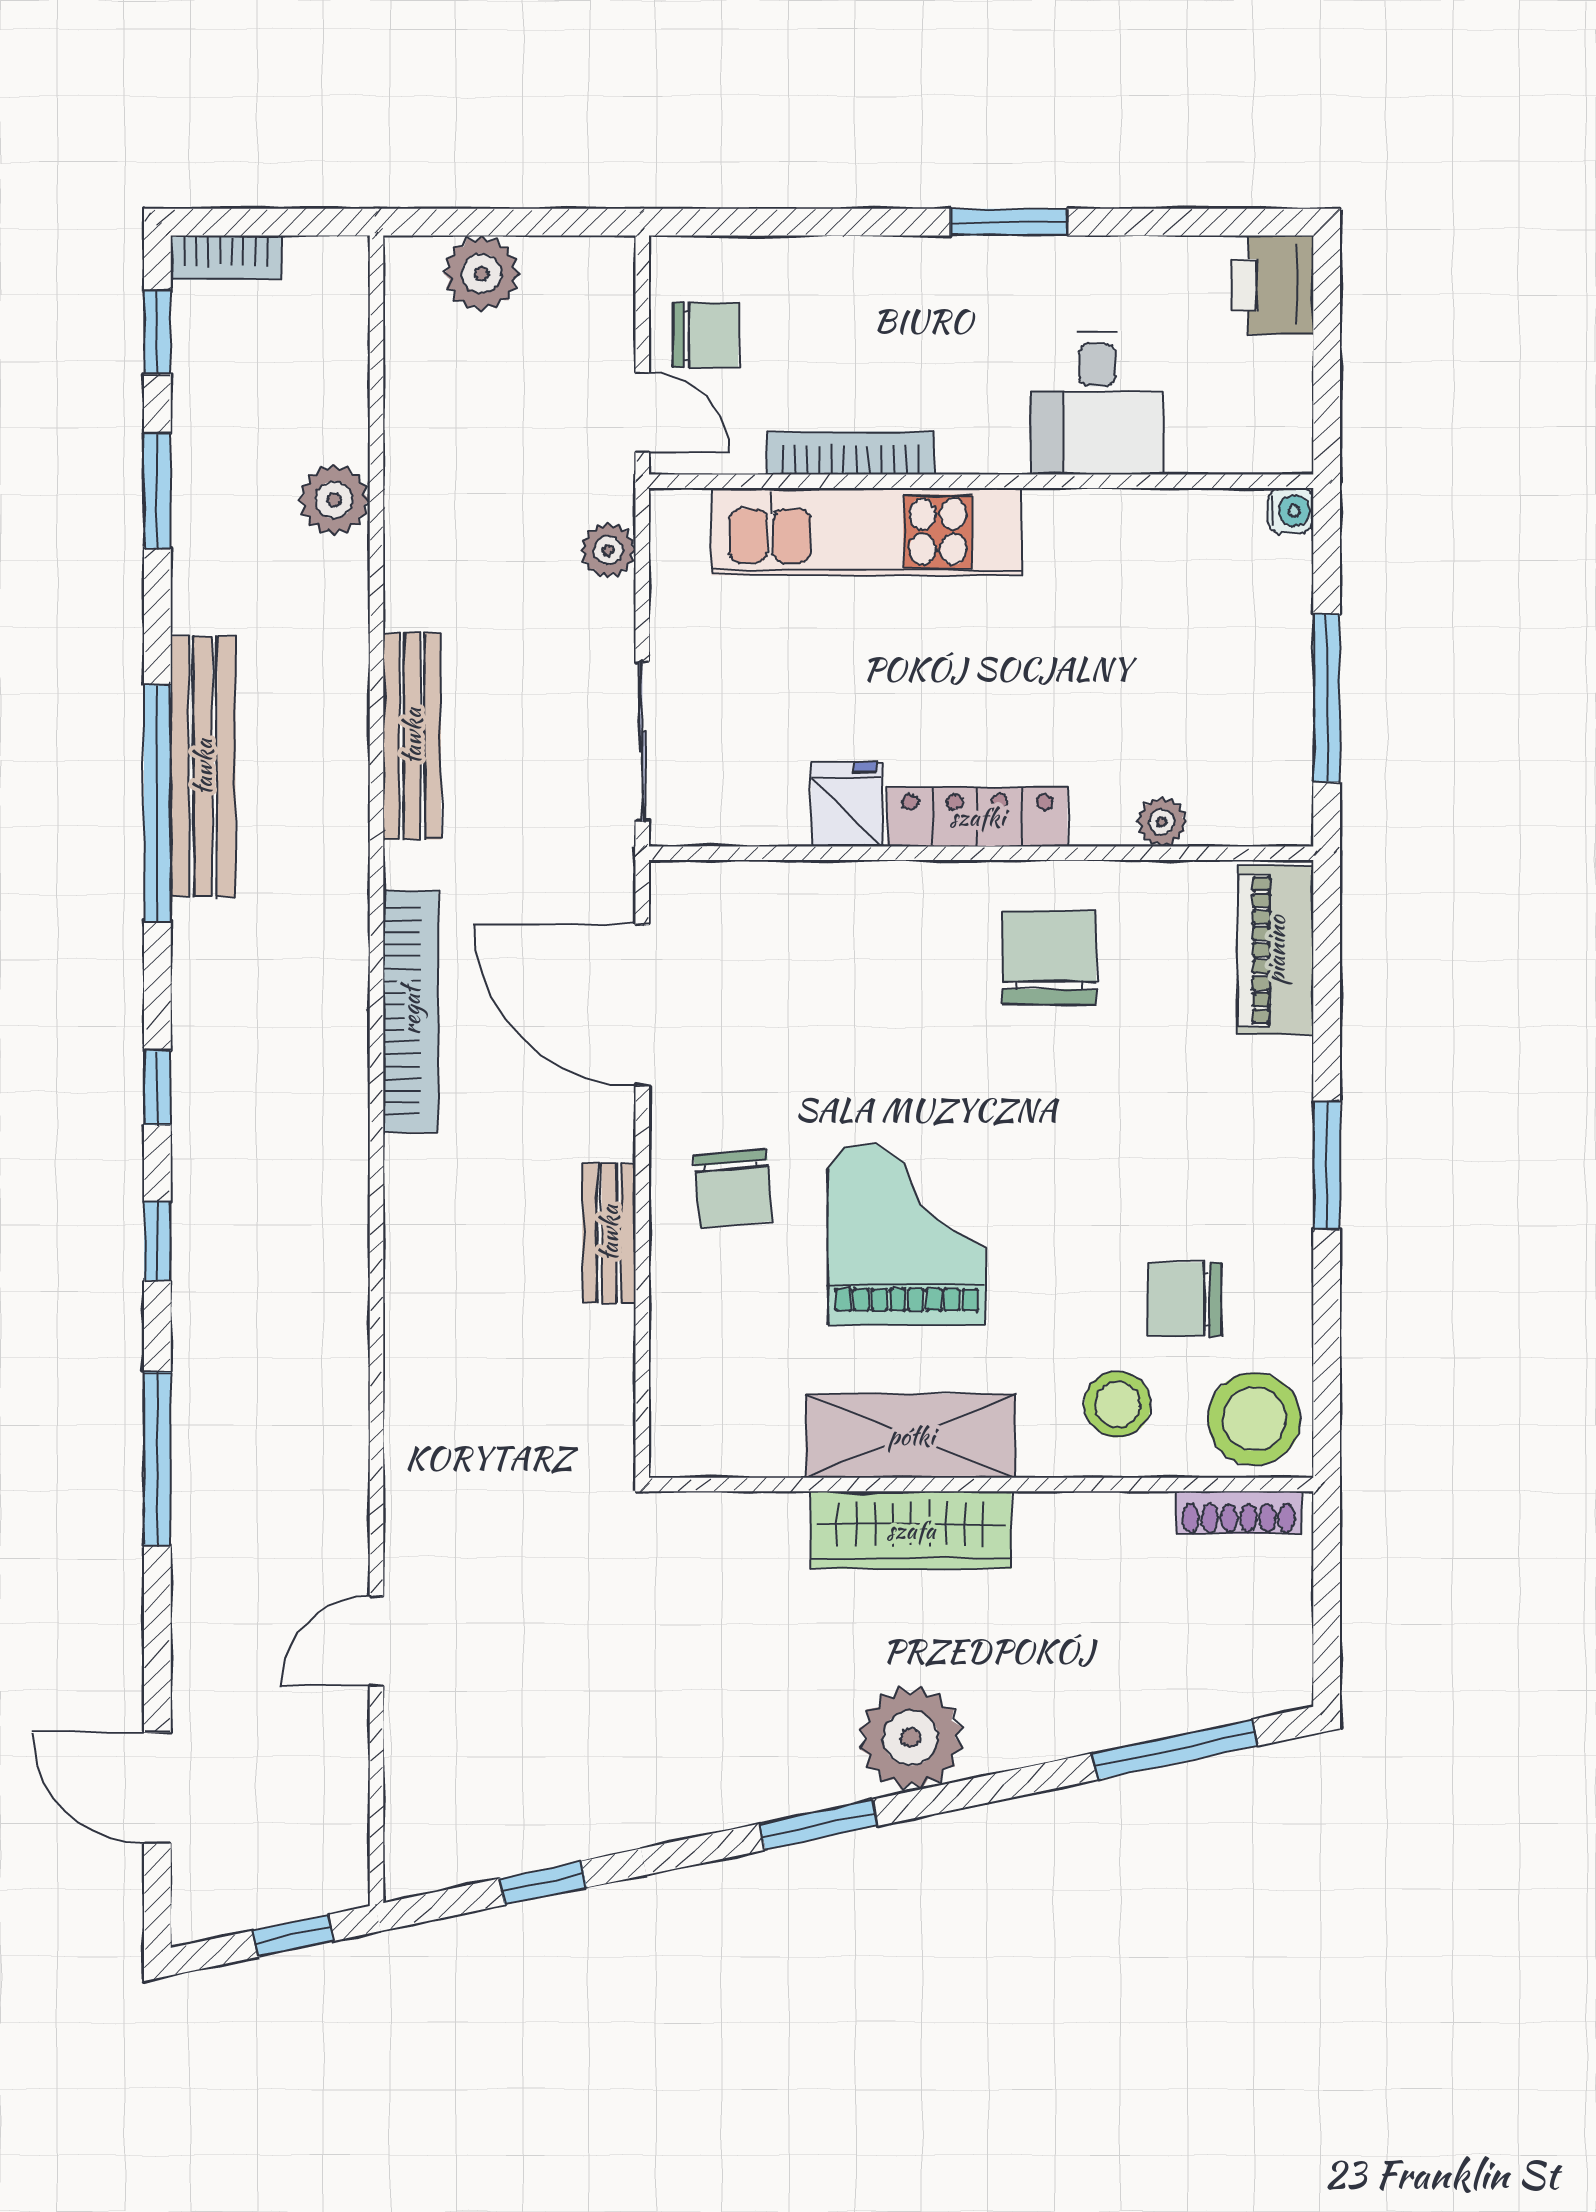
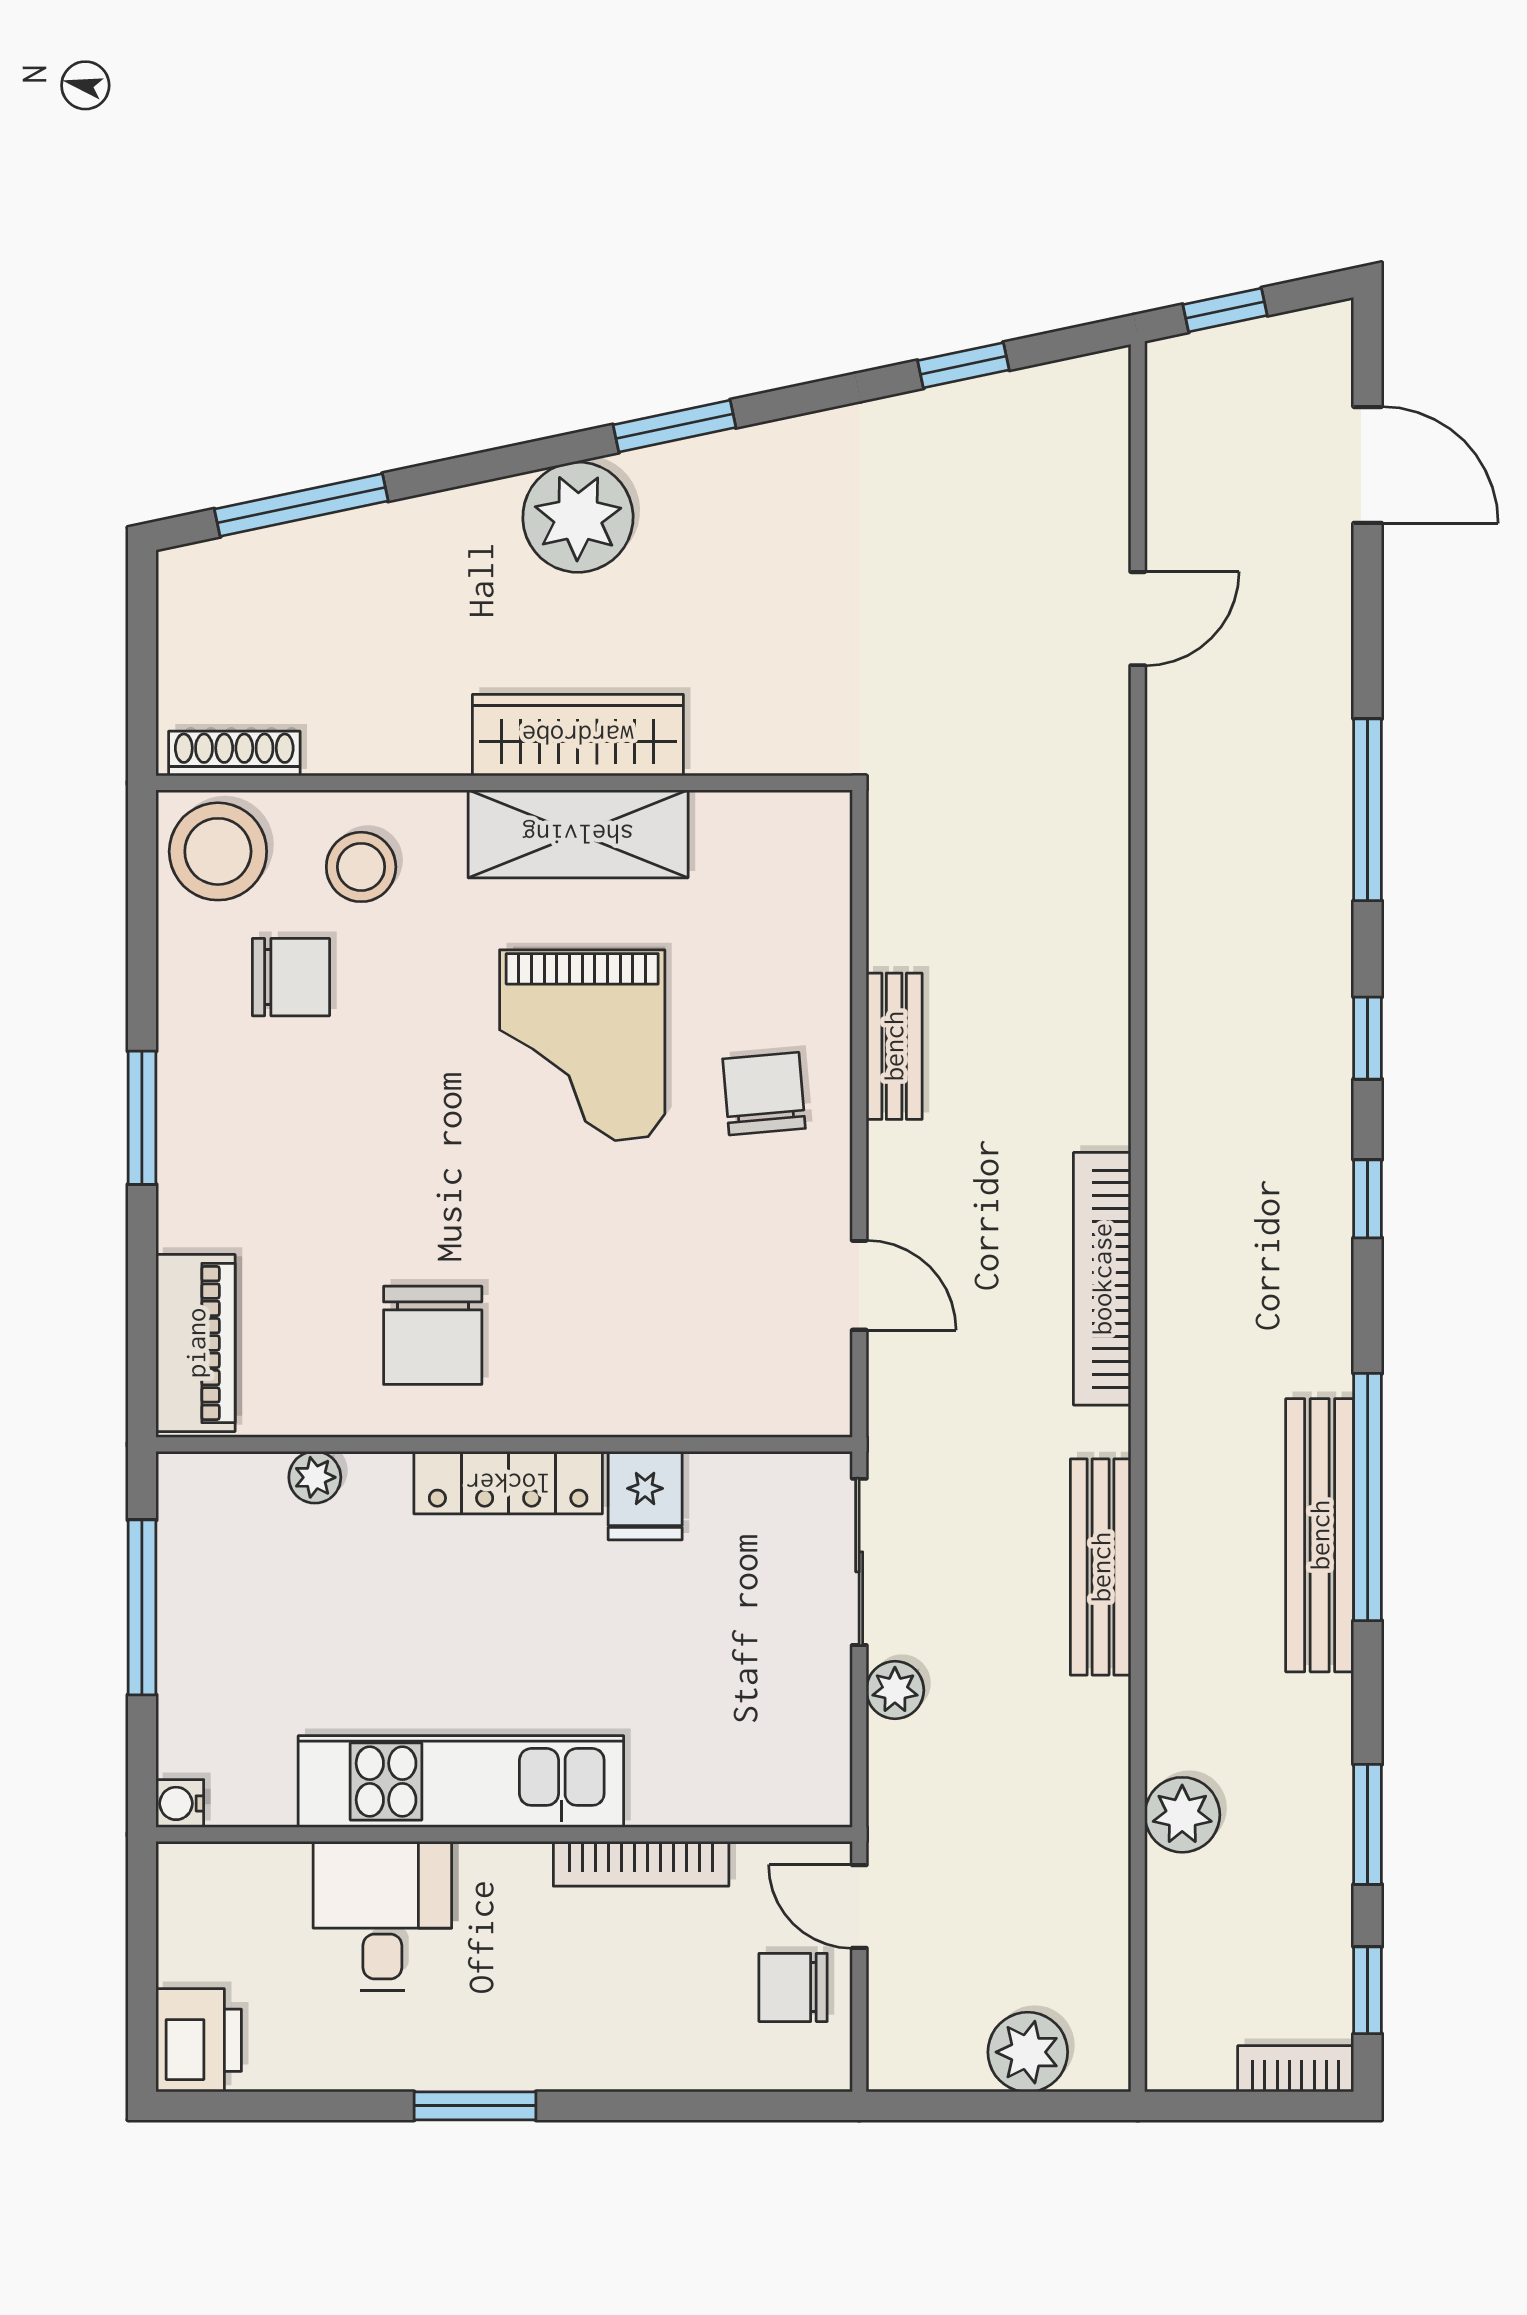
kitchen unit: (866, 532) -> (461, 1782), moved
plant: (608, 550) -> (895, 1690), moved
door: (642, 1005) -> (859, 1285), width x0.53

